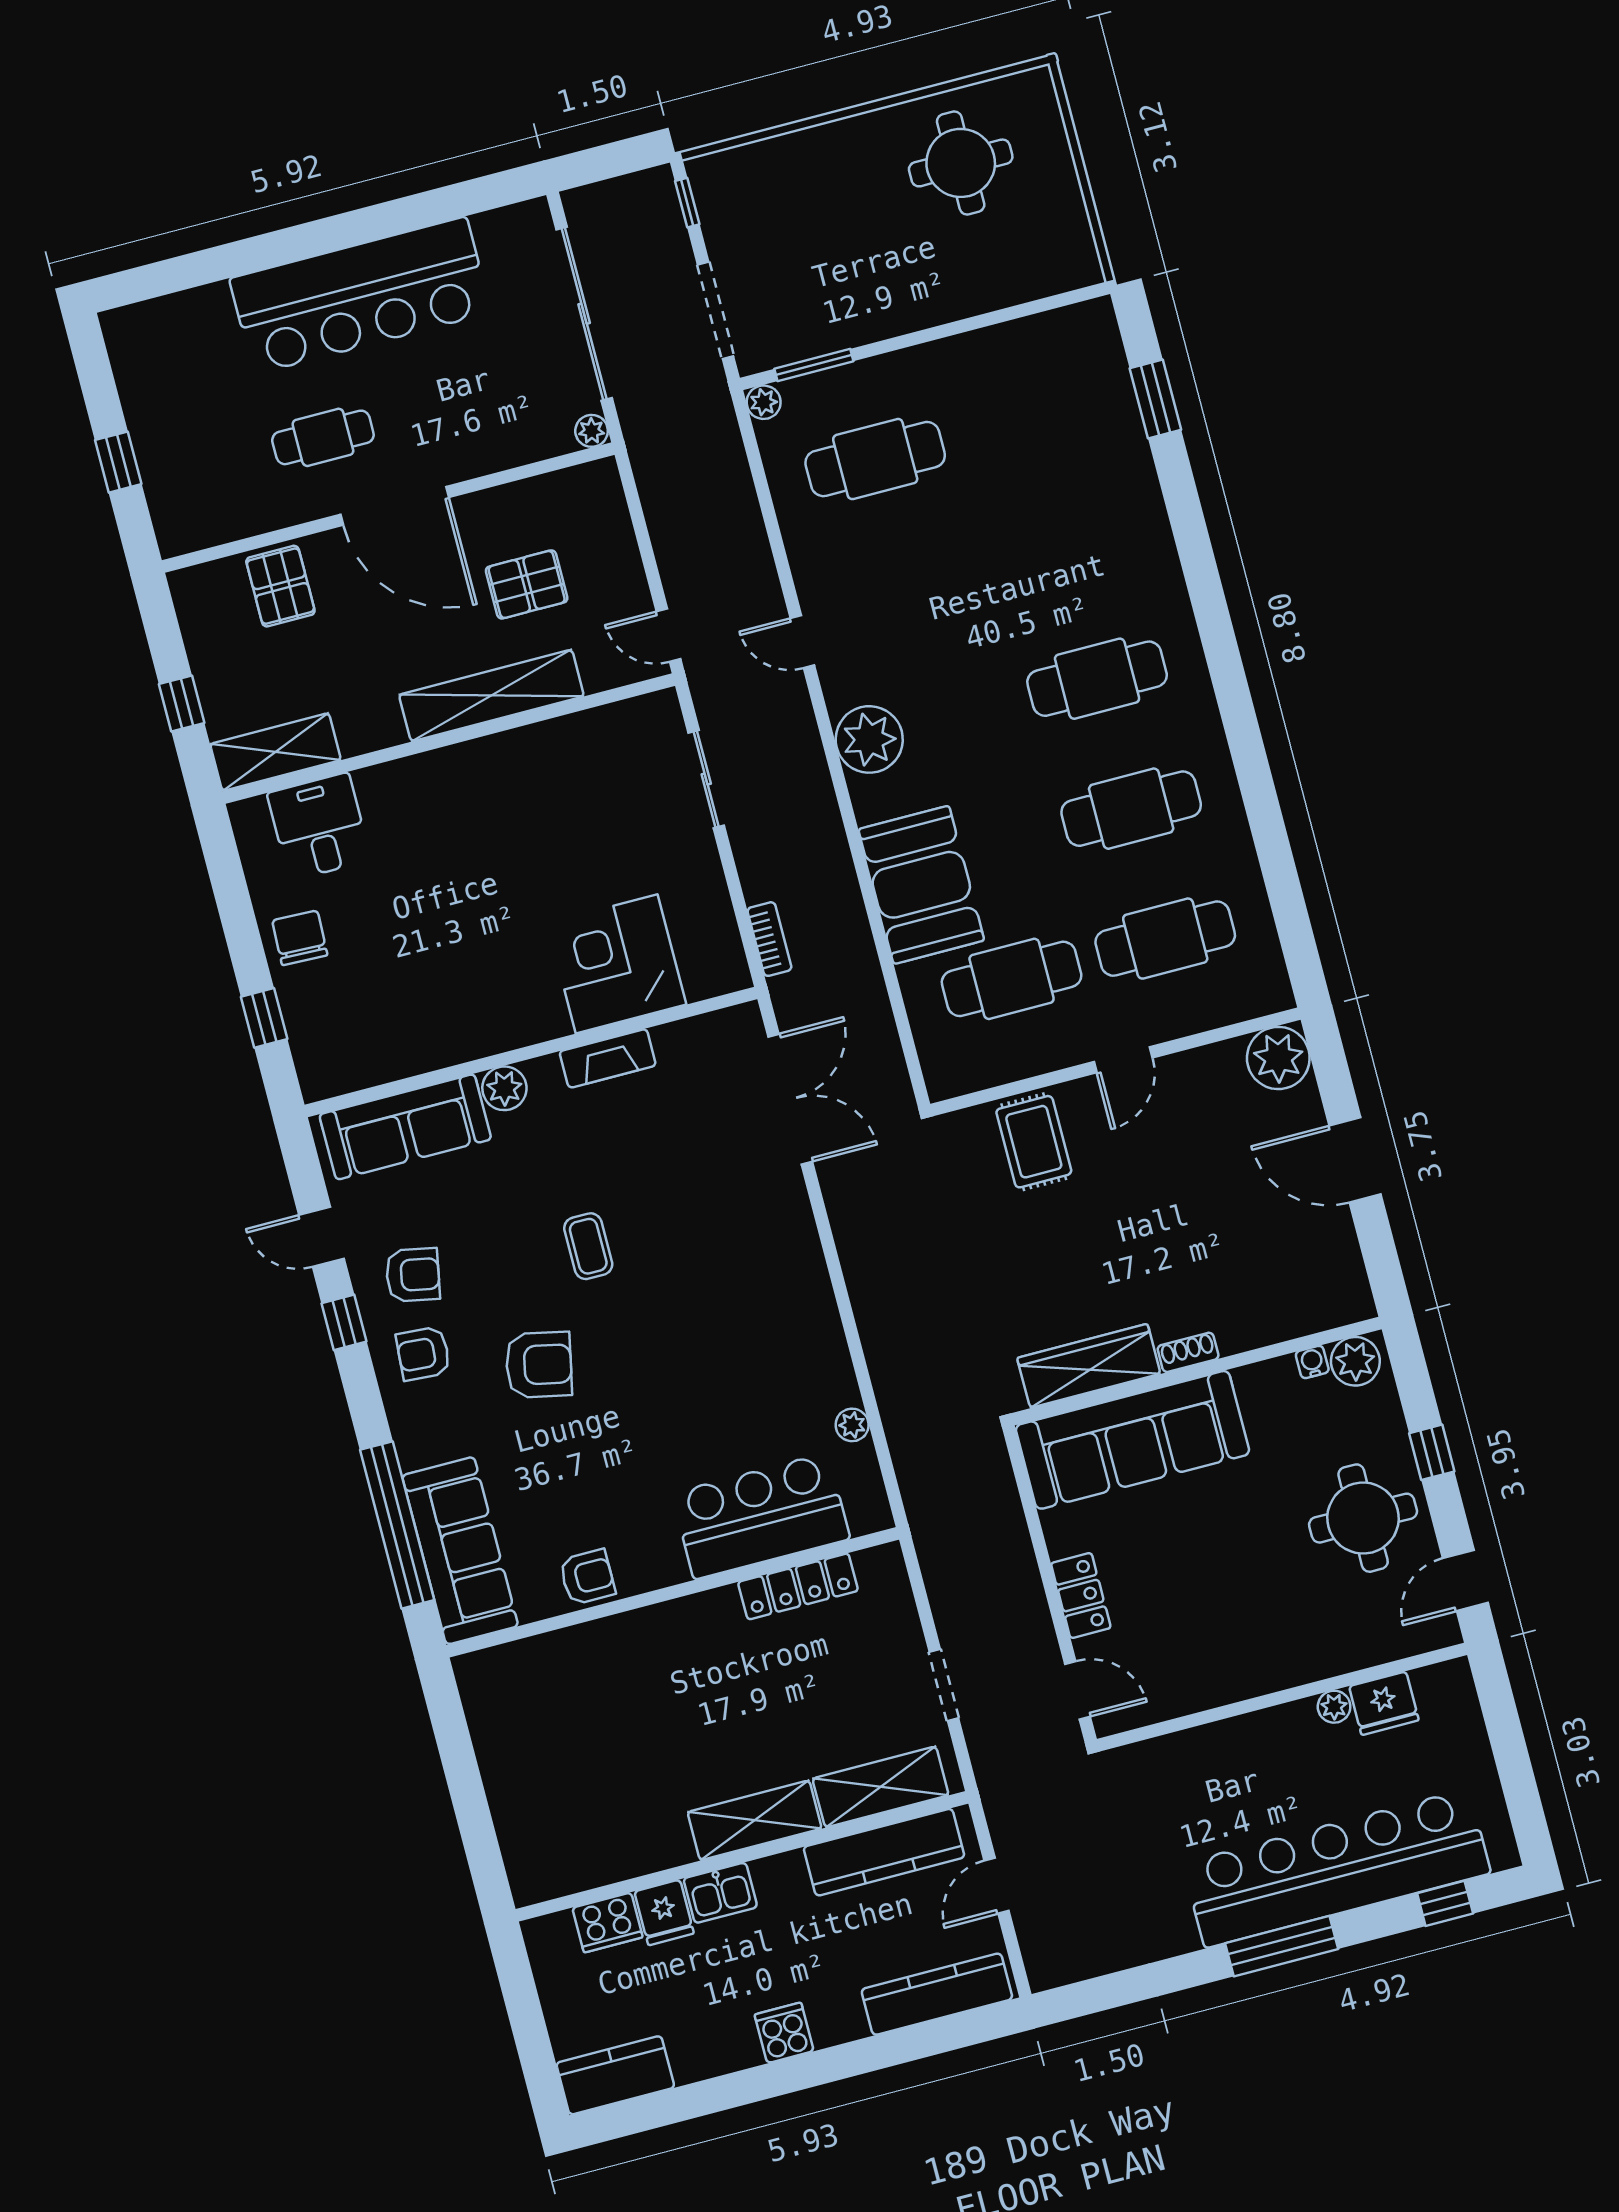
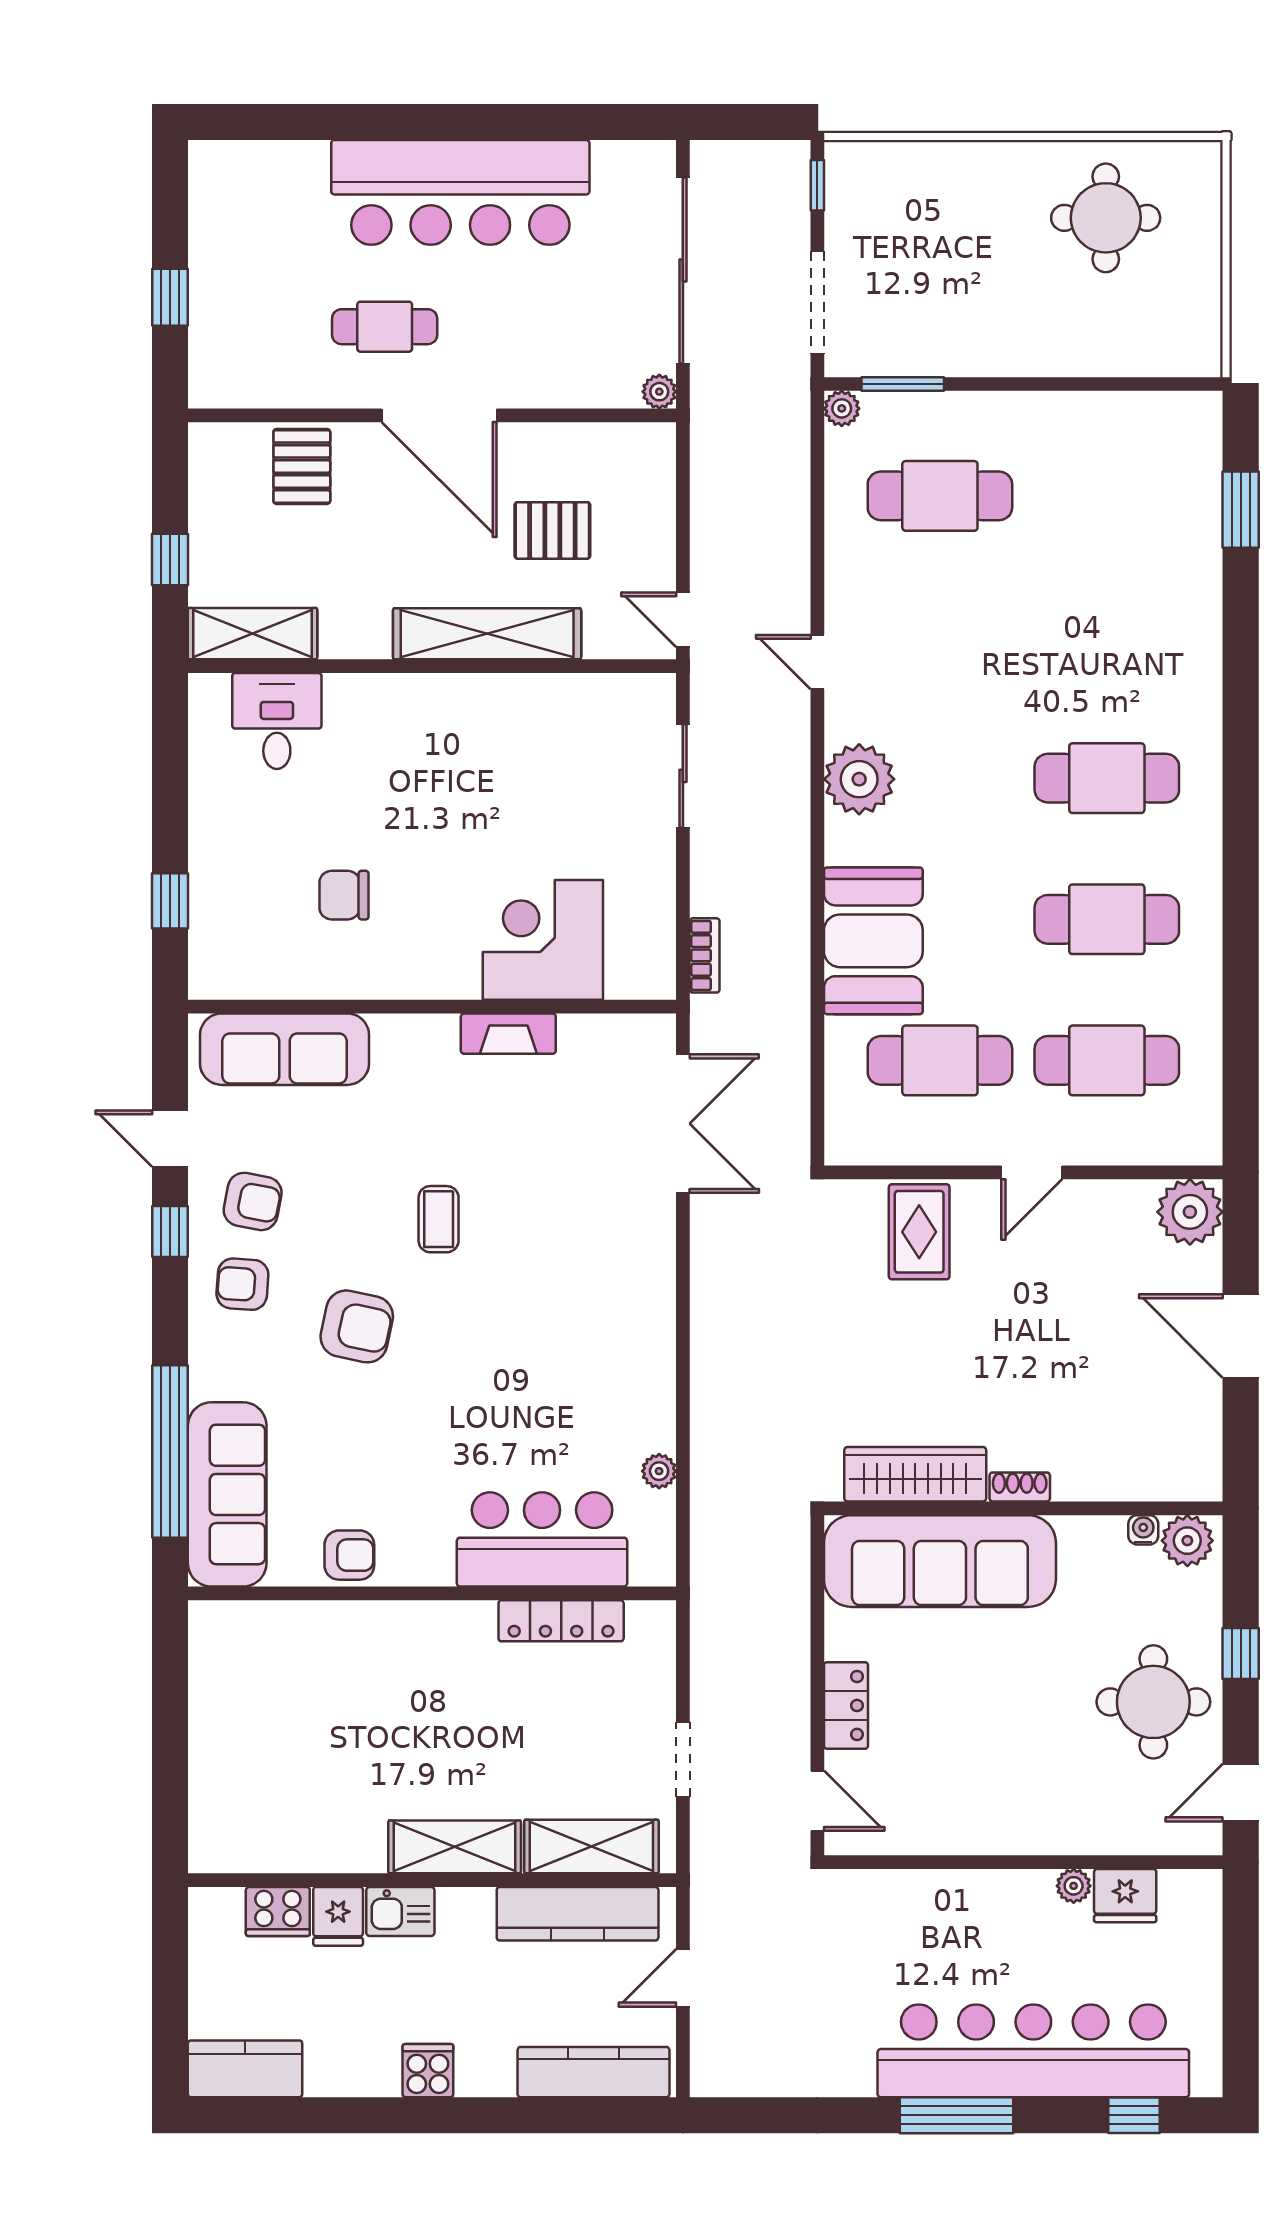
chair: (300, 938) -> (344, 895), moved, turned -92
plant: (504, 1088) -> (395, 1036), removed

